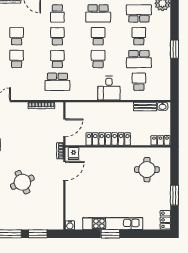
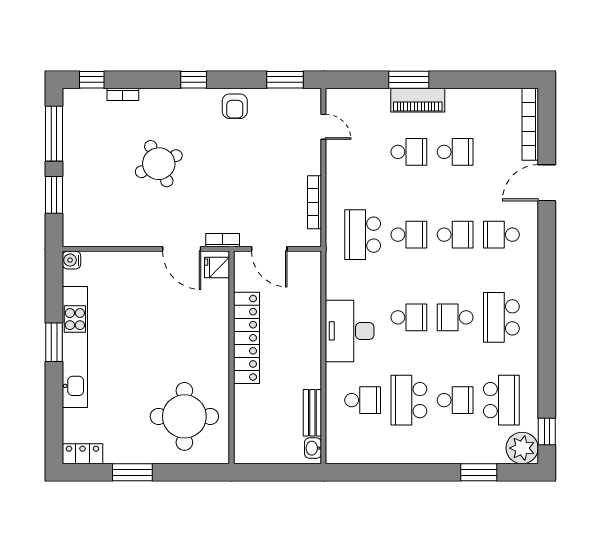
school desk: (98, 36) -> (455, 317), turned 180
window: (174, 49) -> (479, 472), moved
desk: (109, 88) -> (350, 331), width x1.37
locker: (160, 140) -> (244, 444), removed
round table: (147, 170) -> (184, 416), width x1.36, depth x1.36

